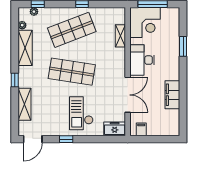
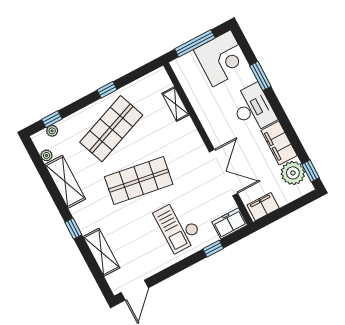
corner desk: (145, 22) -> (222, 58), moved
desk: (142, 60) -> (253, 108), moved, turned 180
plant: (171, 118) -> (293, 173), added
window: (183, 123) -> (311, 171), added
filing cabinet: (141, 129) -> (263, 207), width x2.00
window: (66, 139) -> (213, 249), moved

